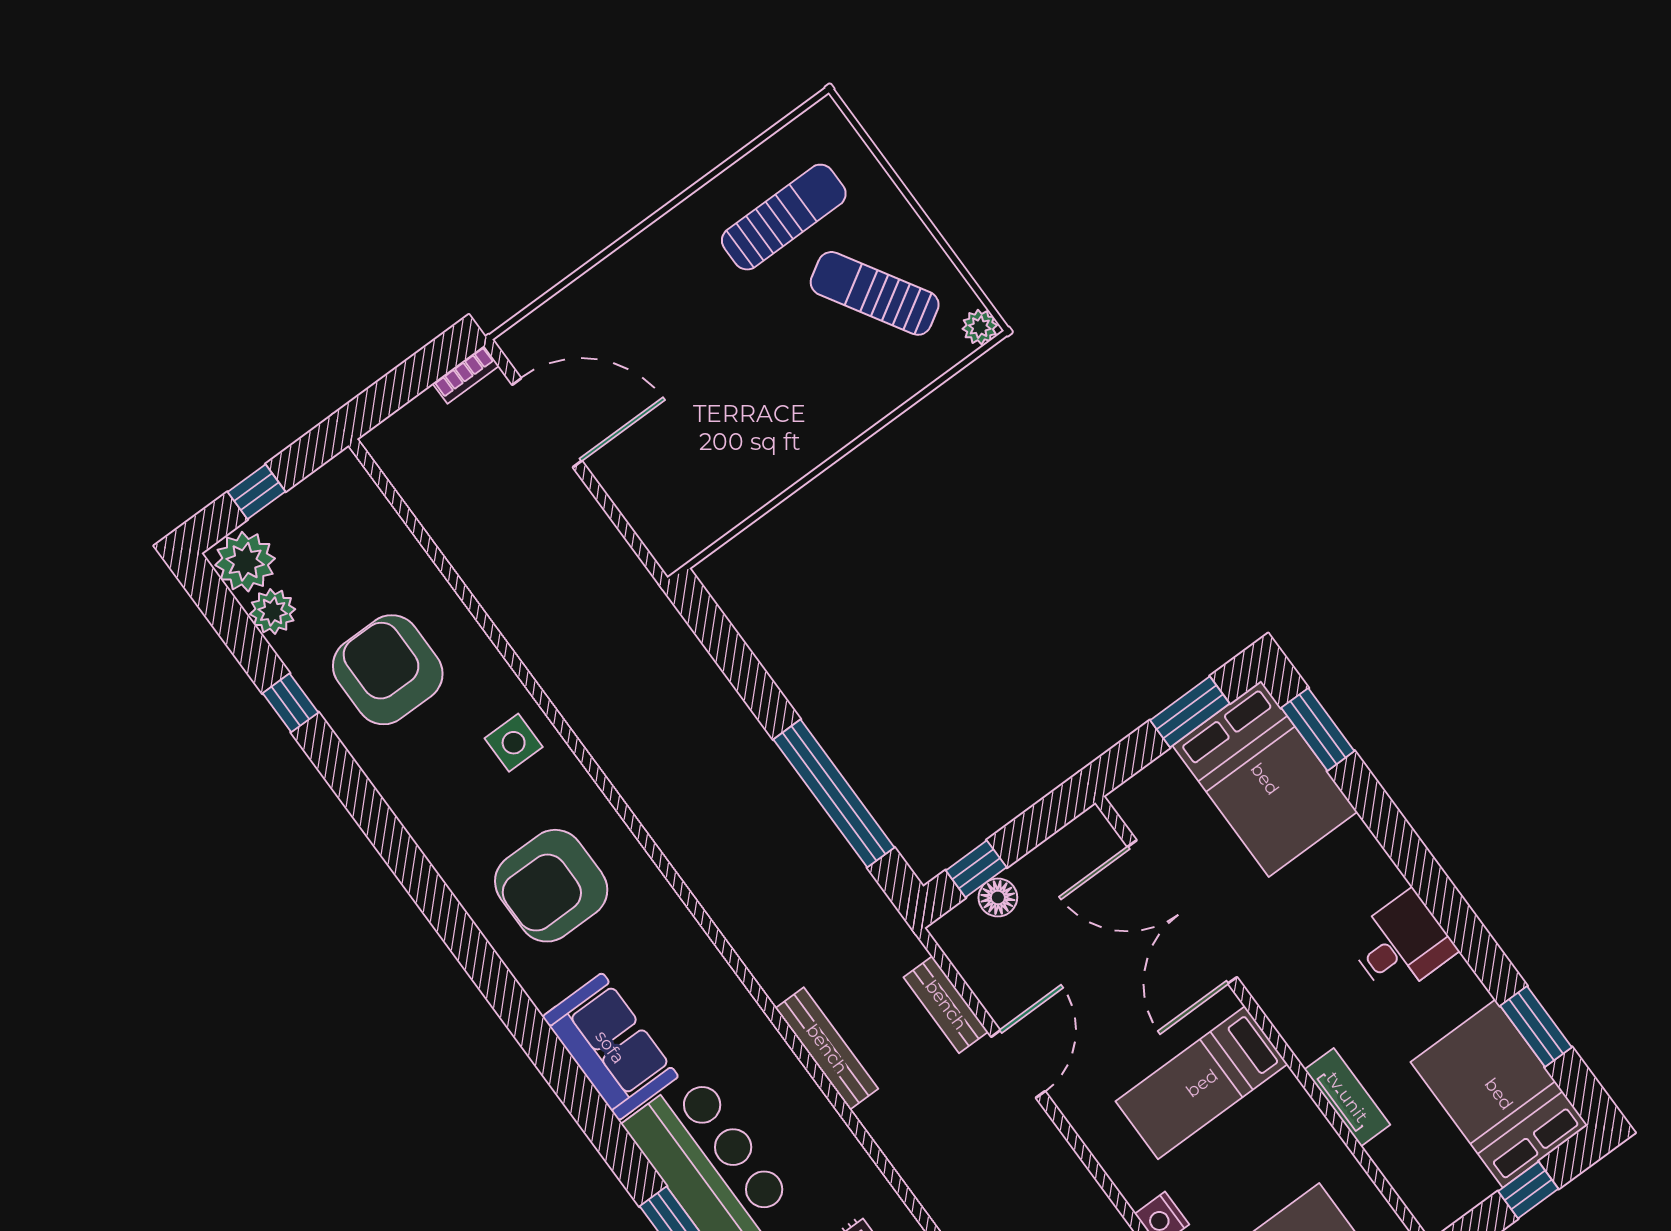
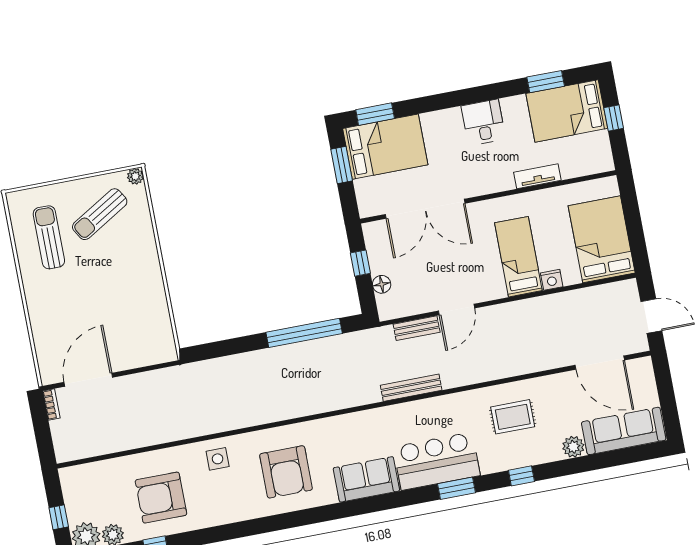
window: (976, 869) -> (360, 263), moved
door: (1018, 1064) -> (456, 310), swing flipped
bed: (1202, 1083) -> (518, 257), moved, turned 180

